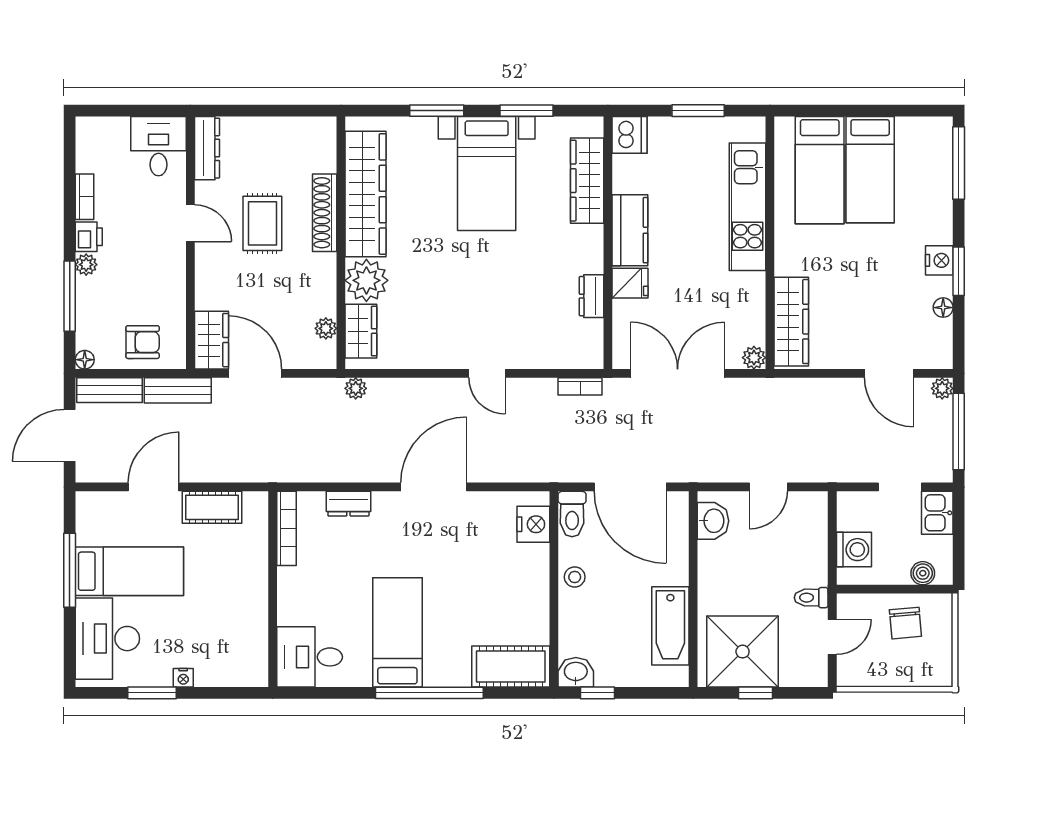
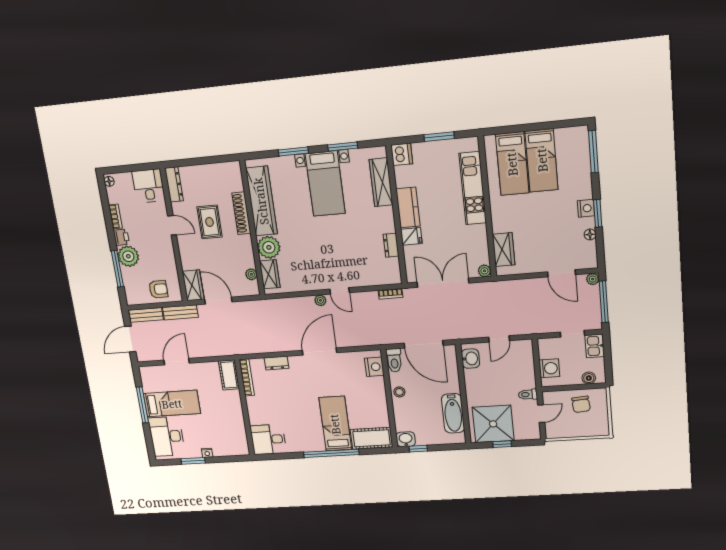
plant: (86, 265) -> (128, 256), width x1.88, depth x1.88
wardrobe: (791, 322) -> (504, 250), width x0.67
floor lamp: (85, 360) -> (109, 181), moved
plant: (356, 388) -> (320, 300), moved
cot: (212, 507) -> (229, 375), moved, turned 90
bed: (397, 632) -> (335, 424), moved

